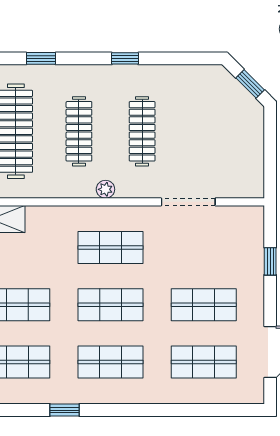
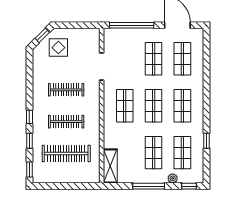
window: (125, 58) -> (29, 117), moved
display table: (226, 116) -> (58, 48), added
plant: (105, 189) -> (95, 108), removed
window: (270, 261) -> (132, 25), width x3.17
window: (65, 410) -> (207, 141), moved

